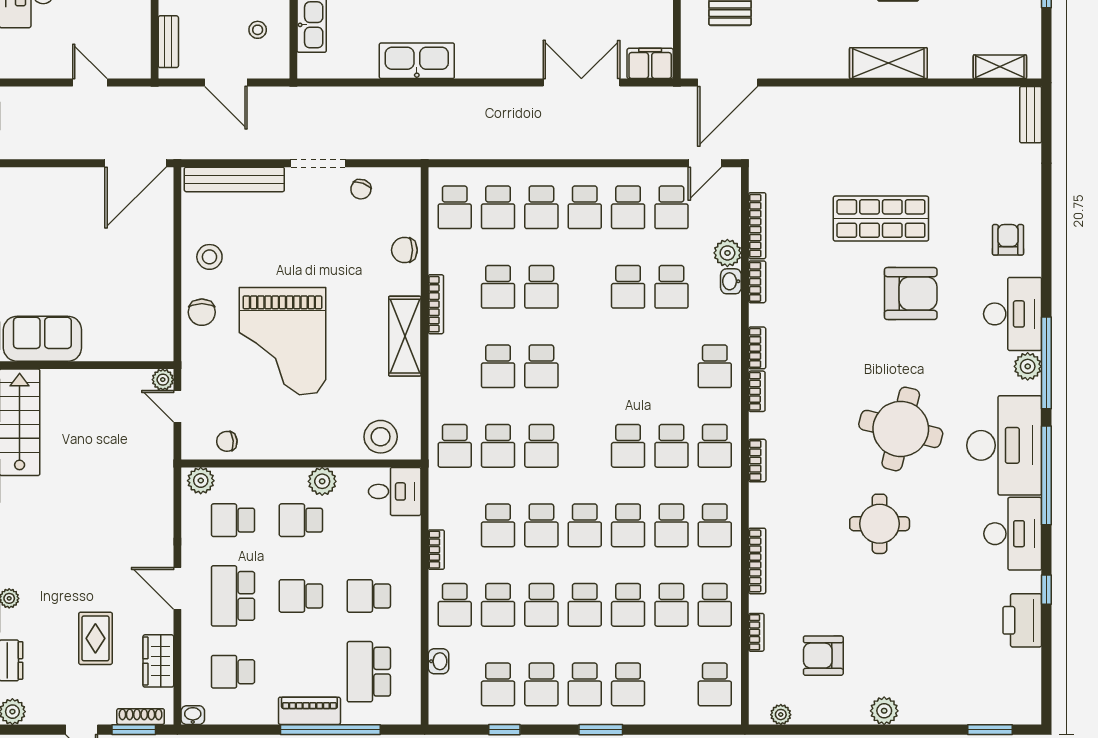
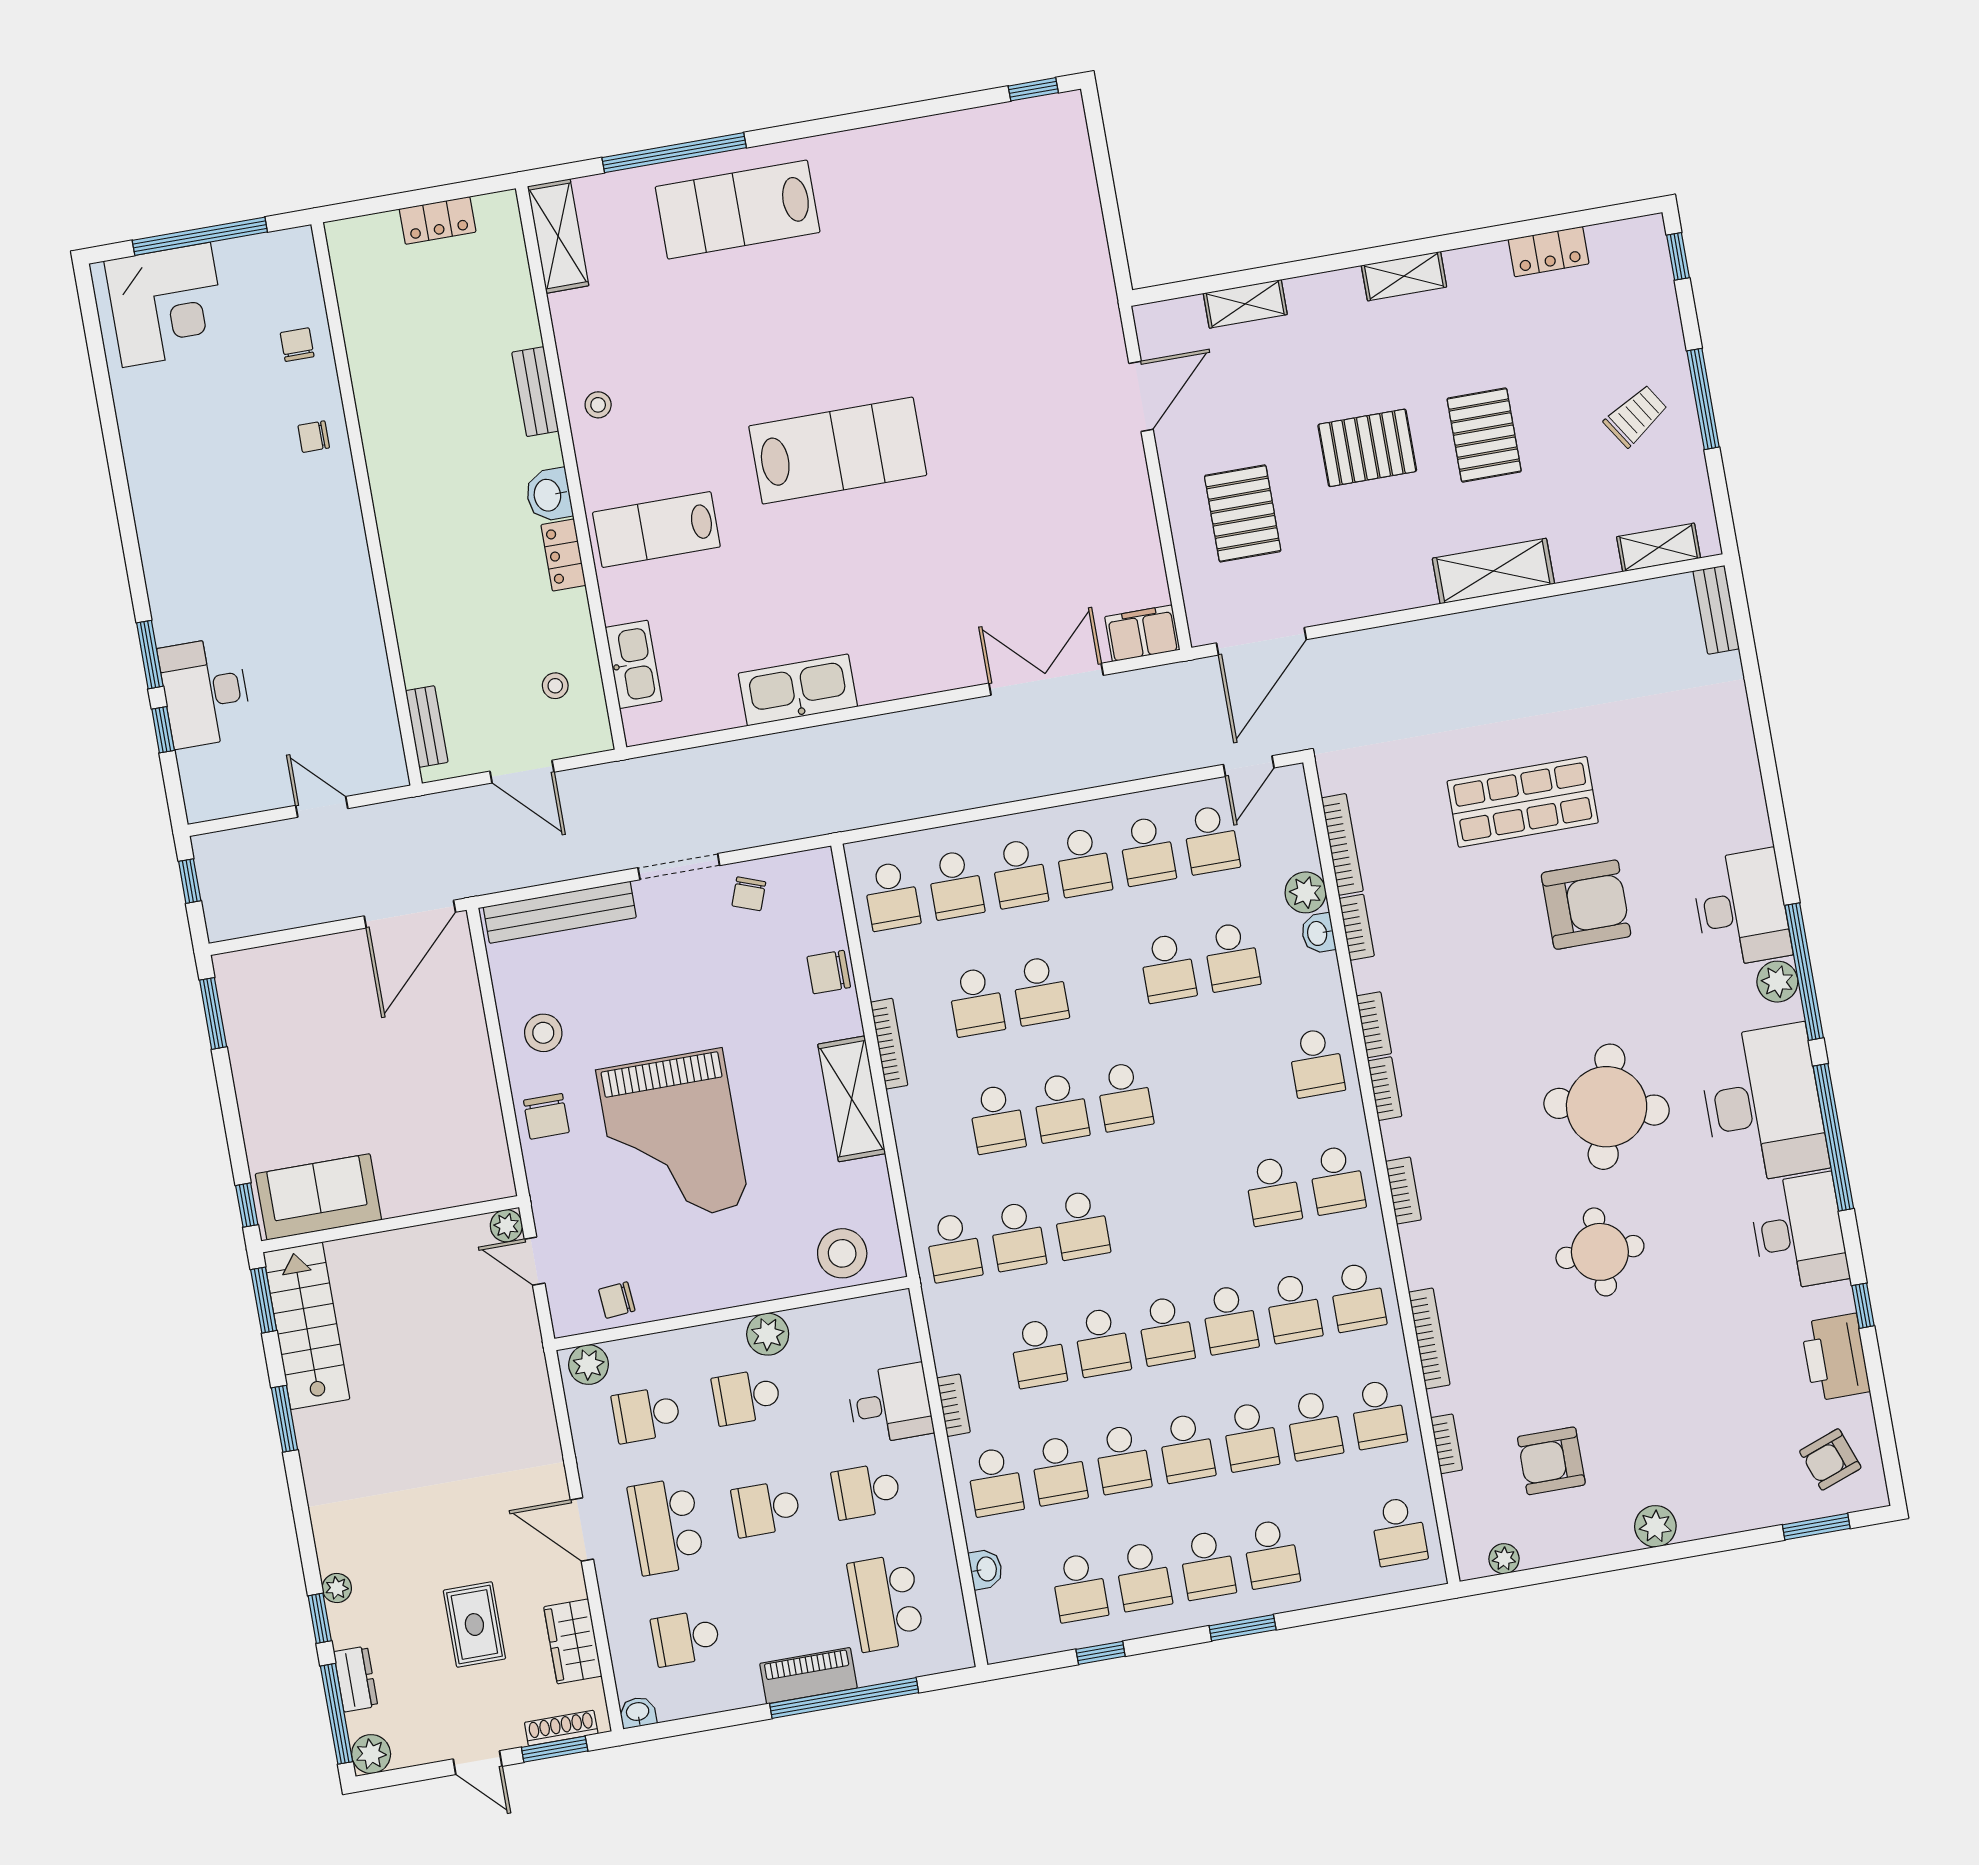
armchair: (1008, 240) -> (1830, 1459), moved, turned -110
school desk: (628, 446) -> (1125, 1097), moved
desk: (395, 491) -> (890, 1404), moved

